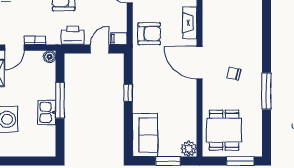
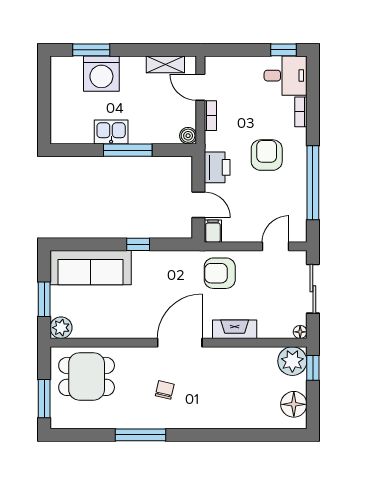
armchair: (149, 34) -> (220, 273), turned 90
sofa: (145, 135) -> (91, 268), width x1.36

